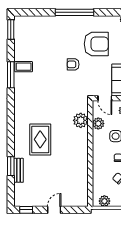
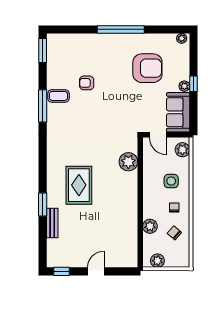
armchair: (73, 64) -> (87, 83), moved
plant: (98, 124) -> (150, 226), moved
window: (11, 166) -> (43, 204), moved

